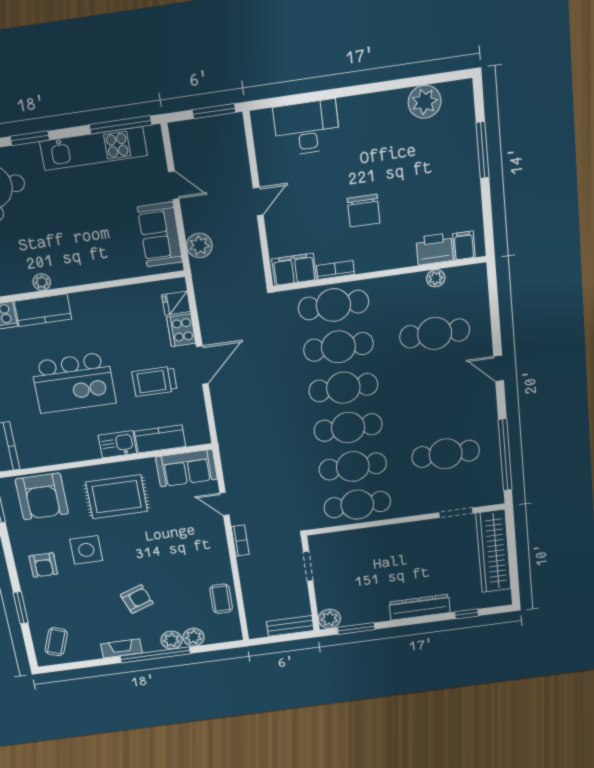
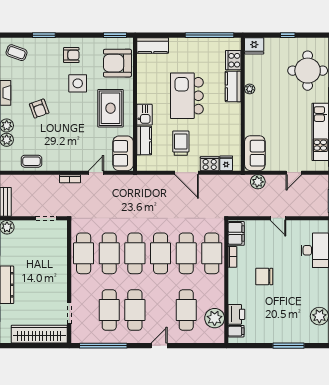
sofa: (160, 234) -> (255, 153), moved, turned 90
plant: (436, 278) -> (215, 318), width x1.87, depth x1.87
cafe table: (442, 415) -> (135, 310), added
armchair: (43, 565) -> (71, 55), turned 180

